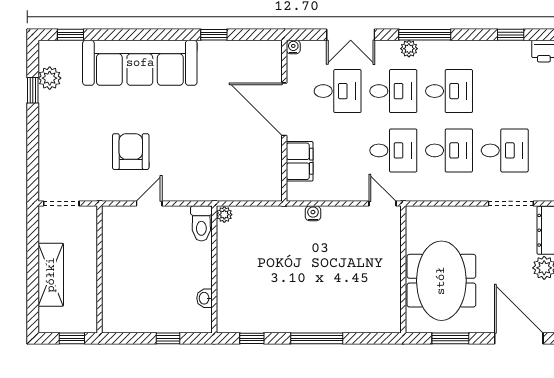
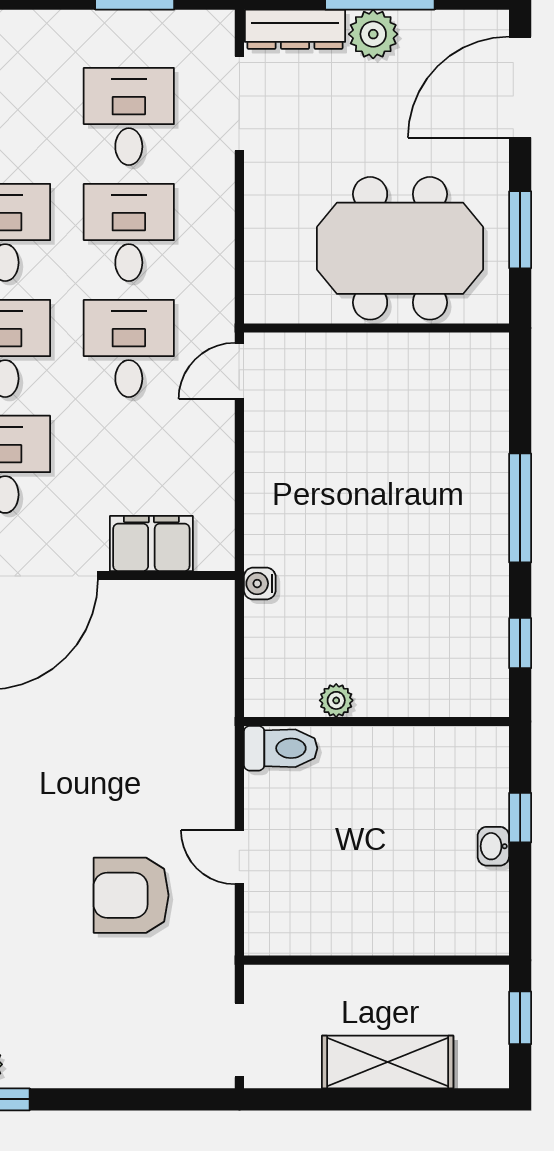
water cooler: (313, 213) -> (260, 584), moved
plant: (224, 215) -> (336, 700), moved
washbasin: (205, 298) -> (493, 846), moved, turned 90

